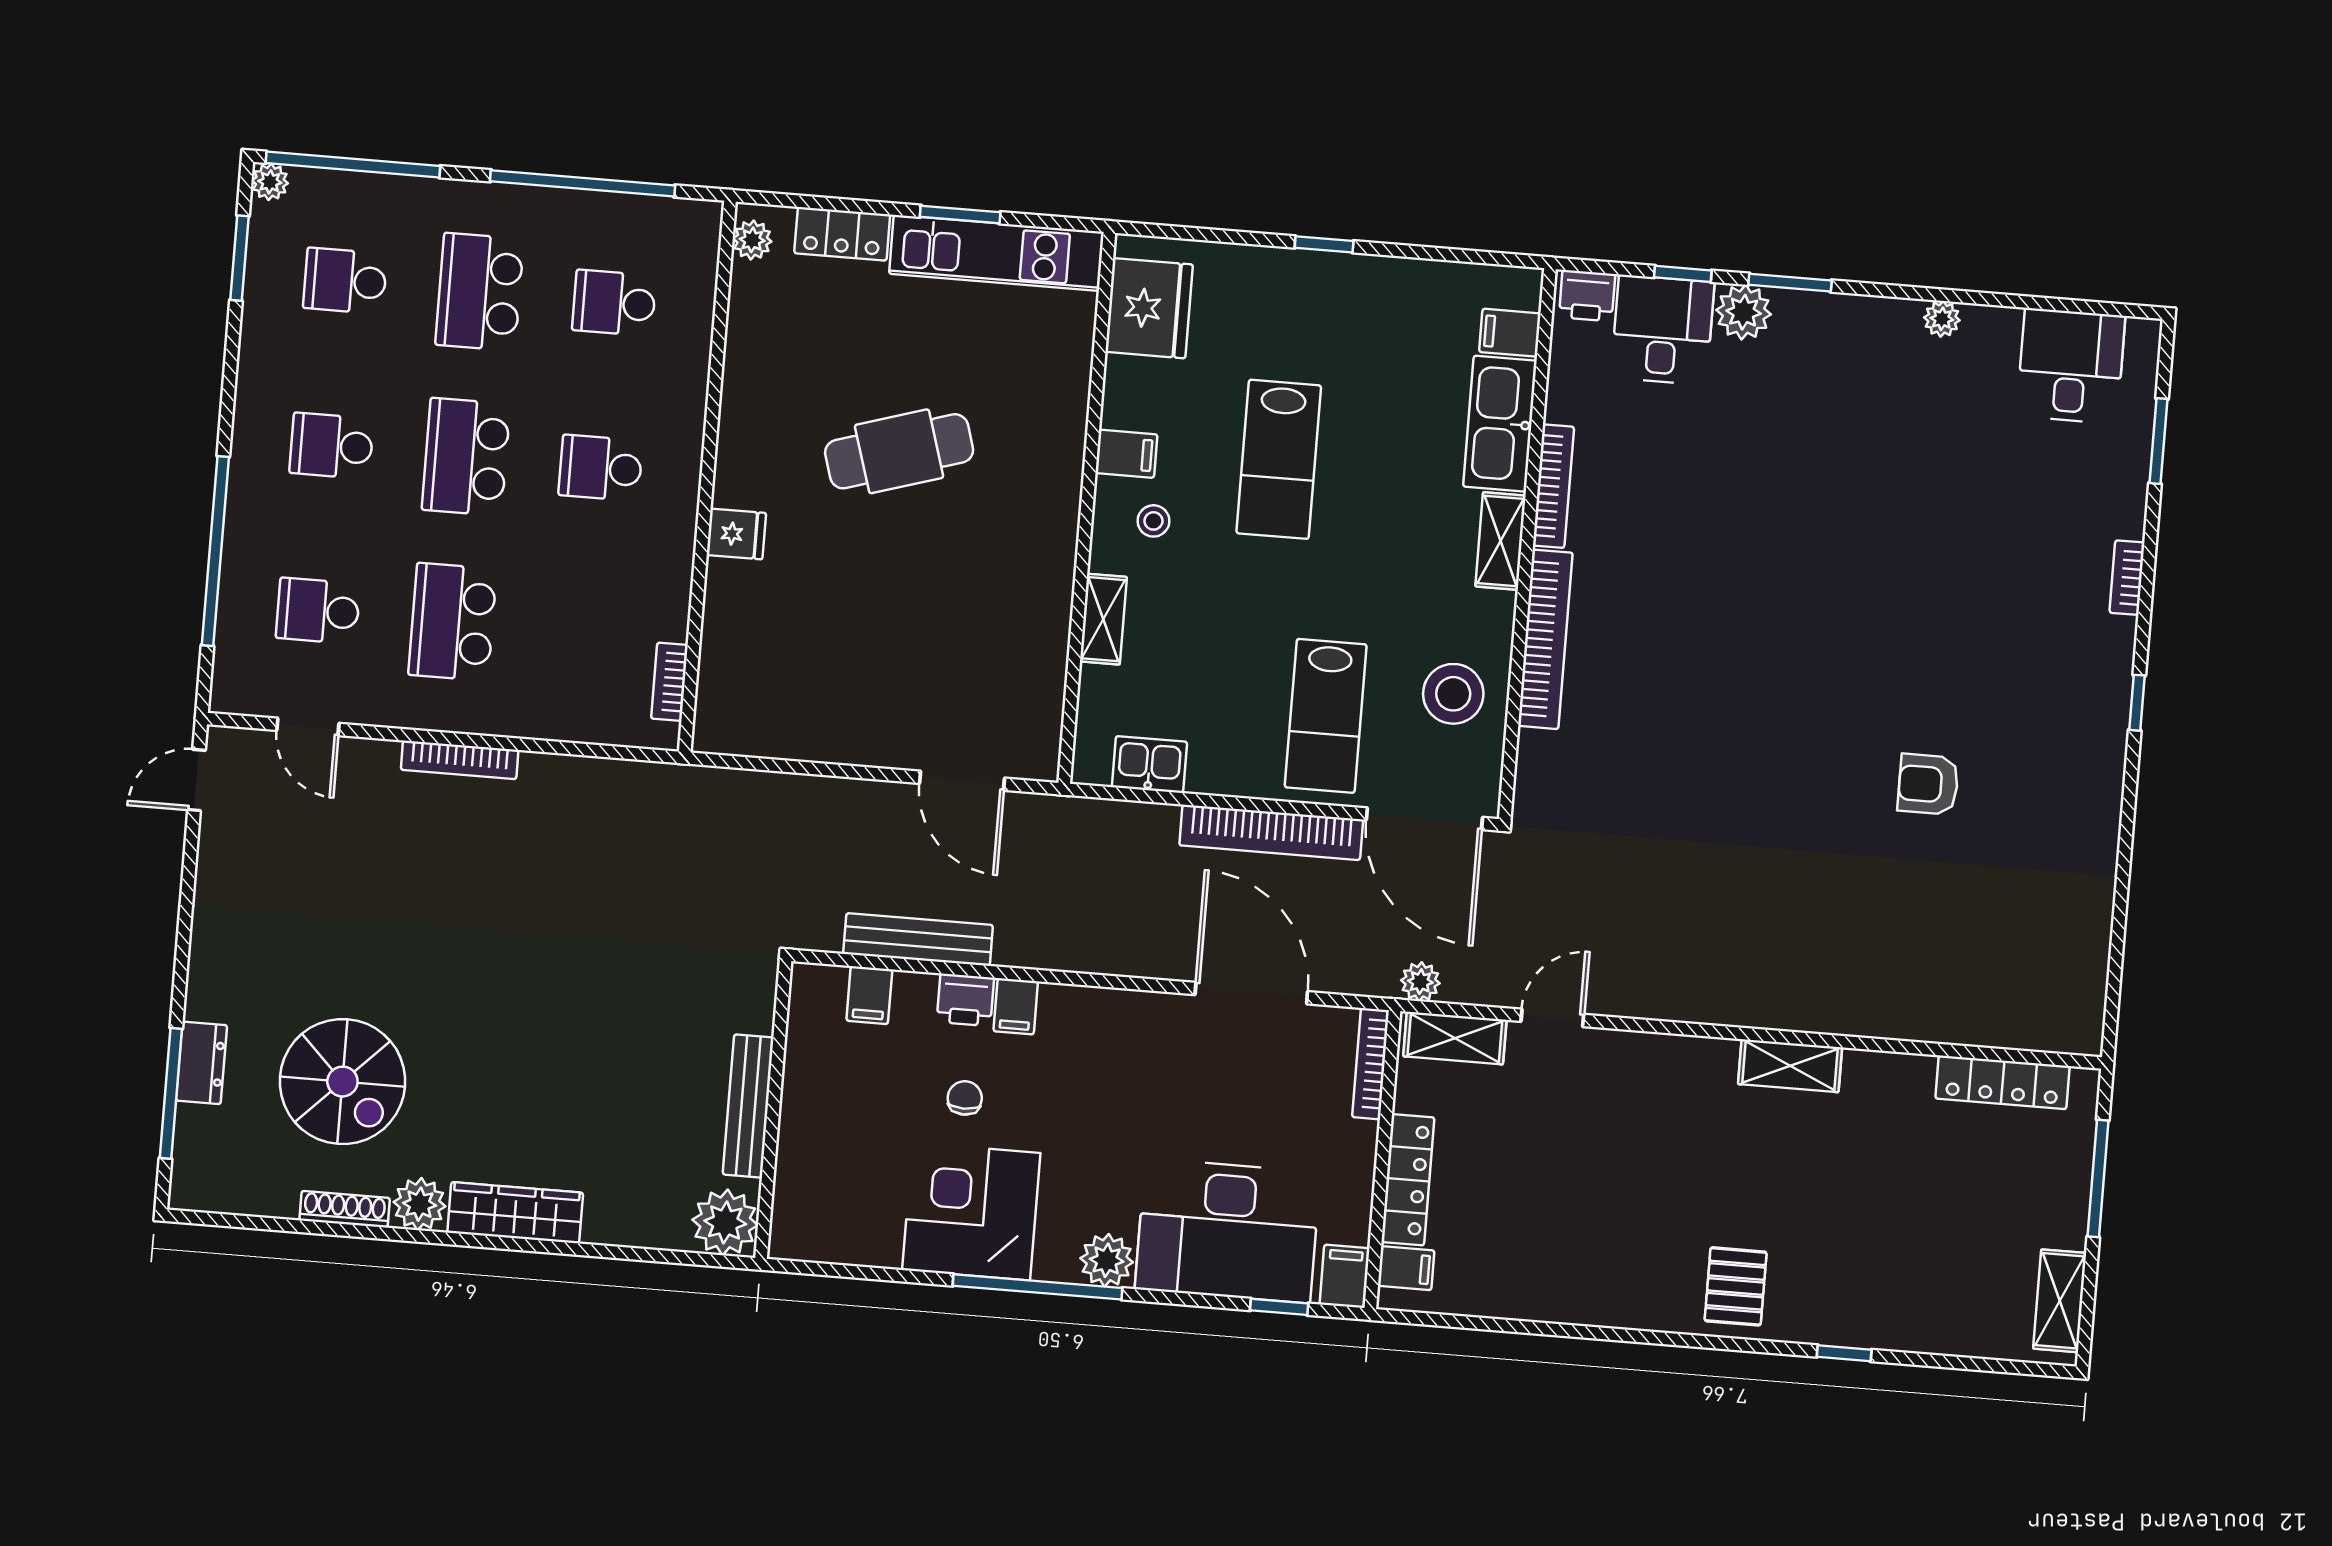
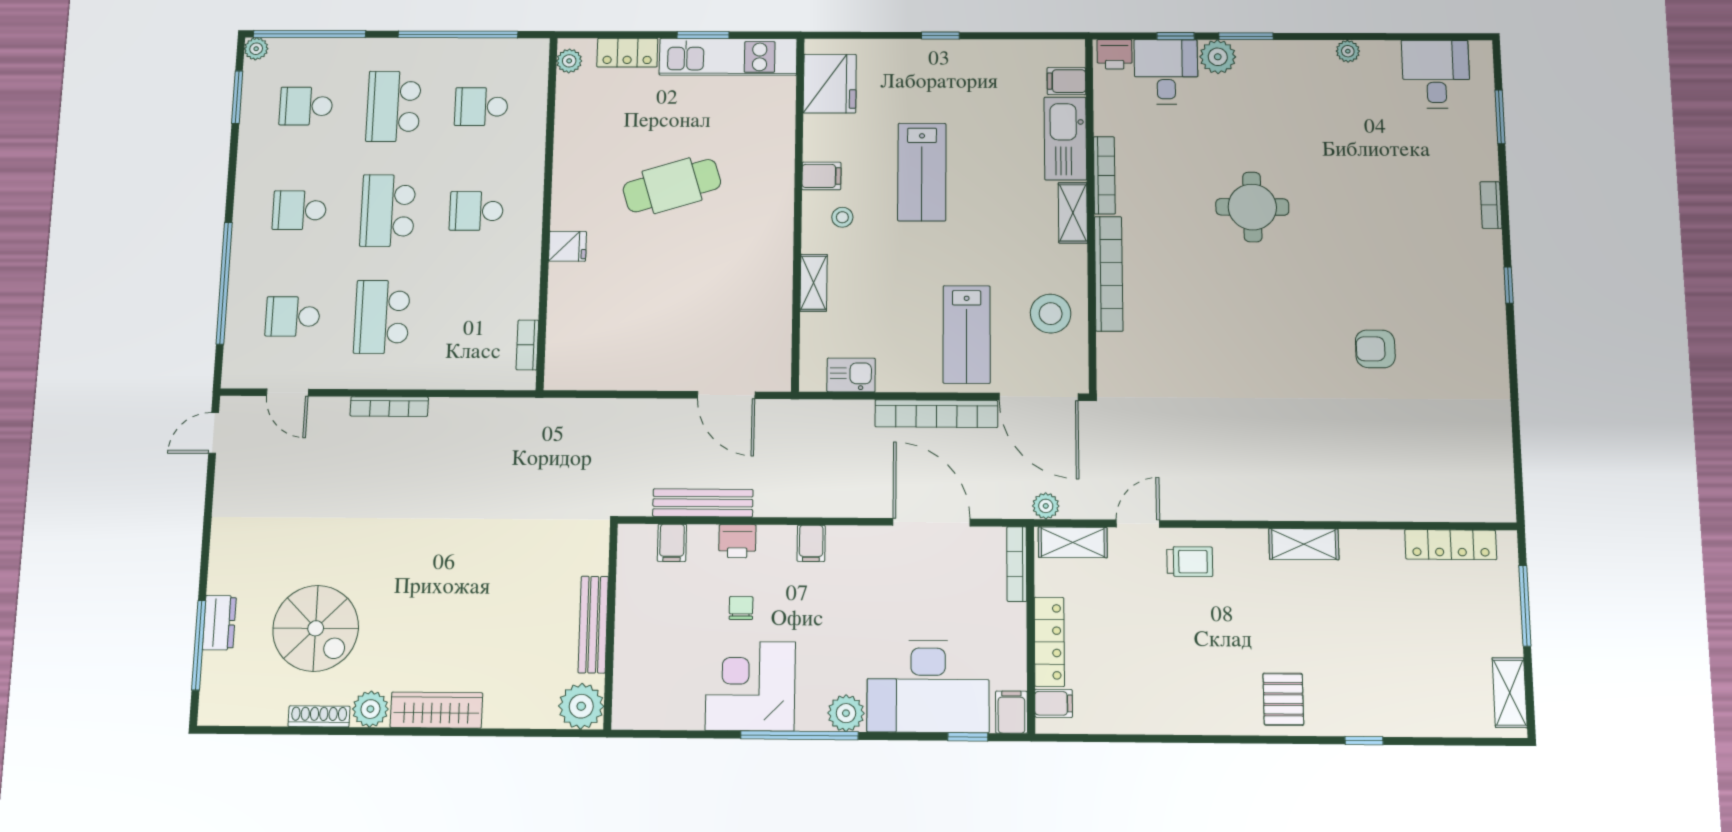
round table: (1770, 553) -> (1252, 207), added
filing cabinet: (1016, 1006) -> (811, 543), moved
trolley: (1622, 1079) -> (1190, 562), added

